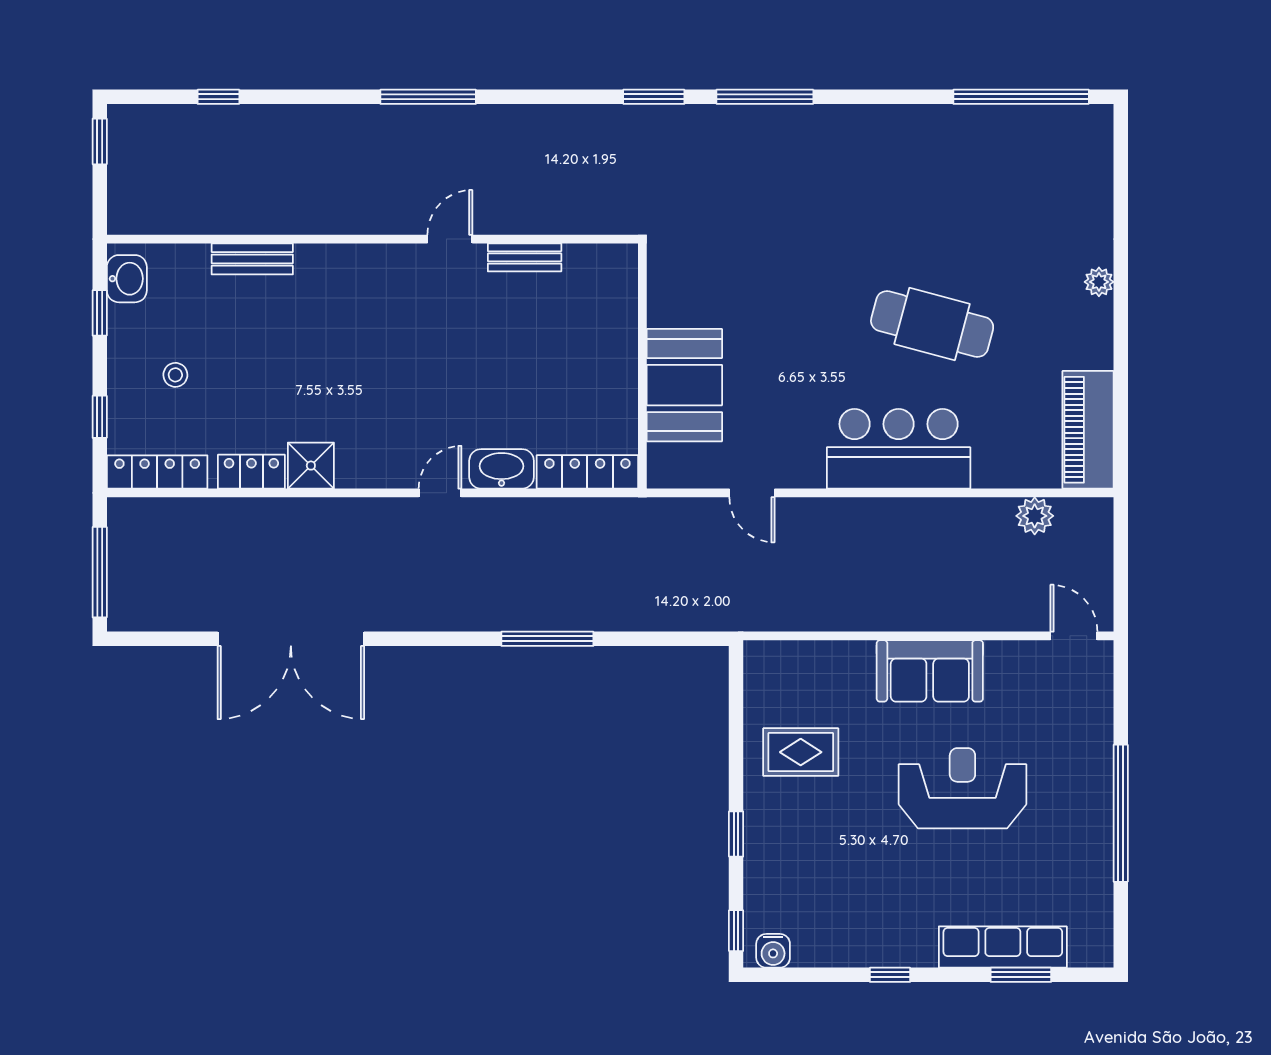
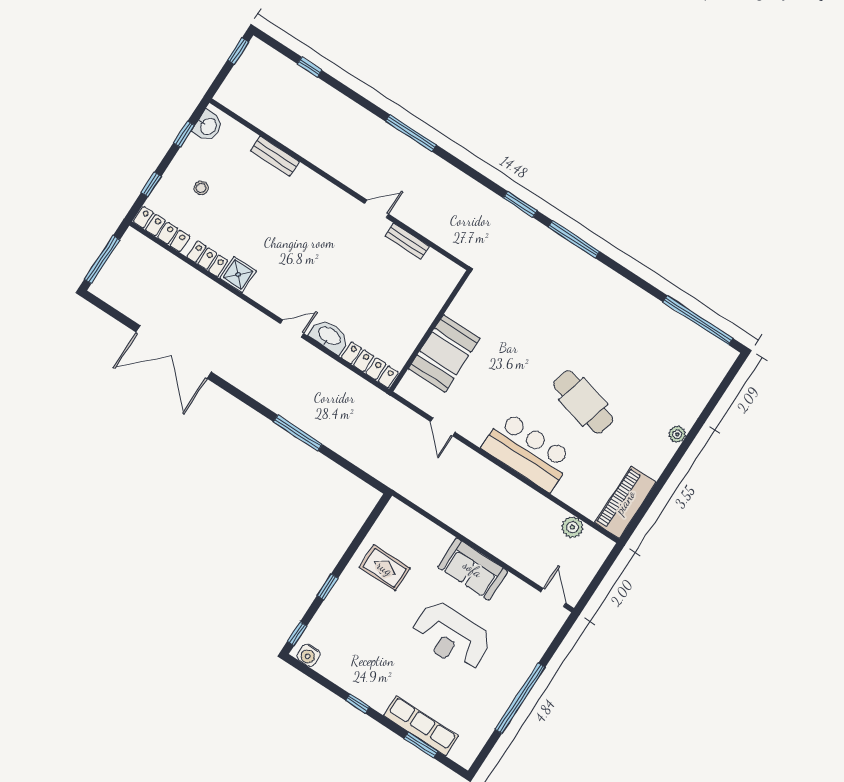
reception desk: (962, 788) -> (452, 636), turned 180

